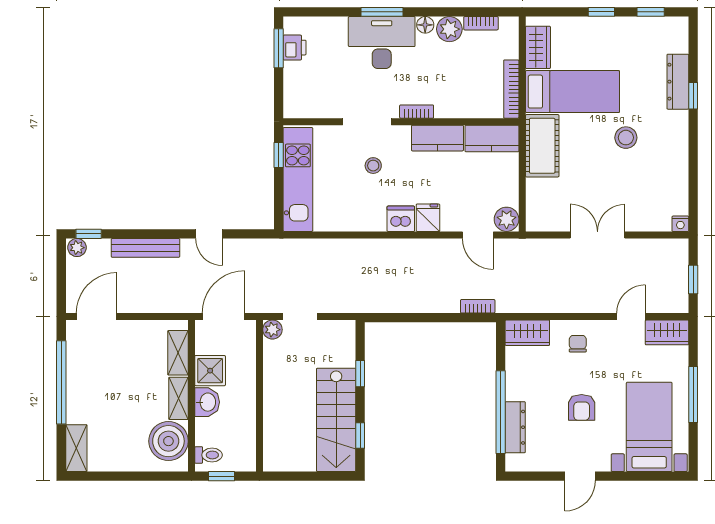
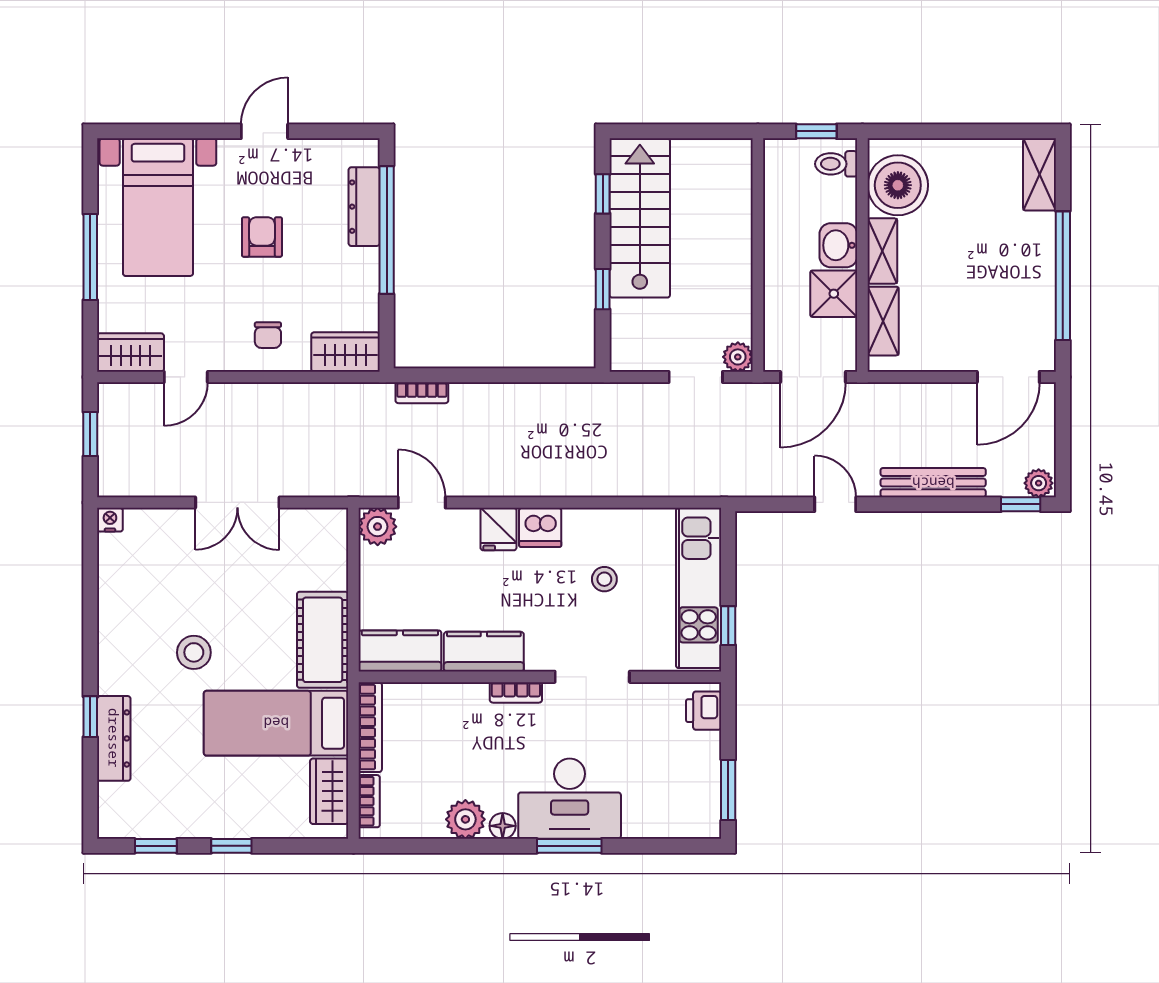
bookcase: (481, 23) -> (369, 801), moved, turned 90
printer: (295, 48) -> (704, 711), moved
stool: (373, 166) -> (604, 579), moved

